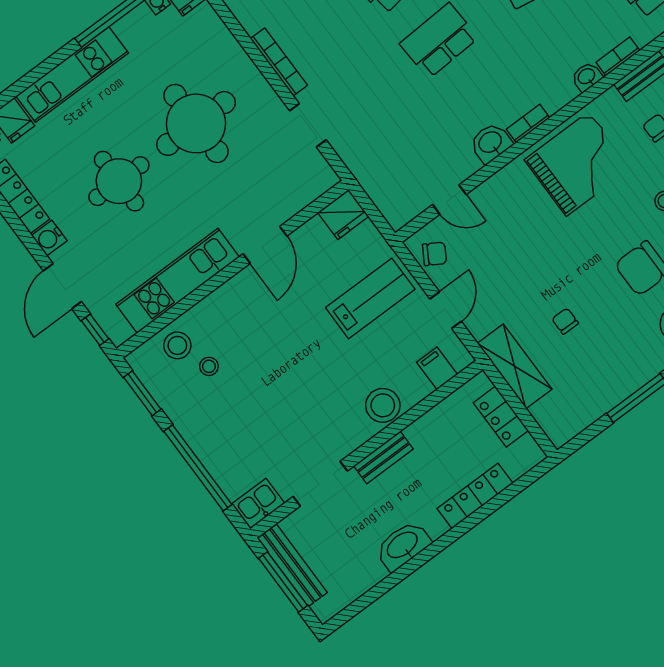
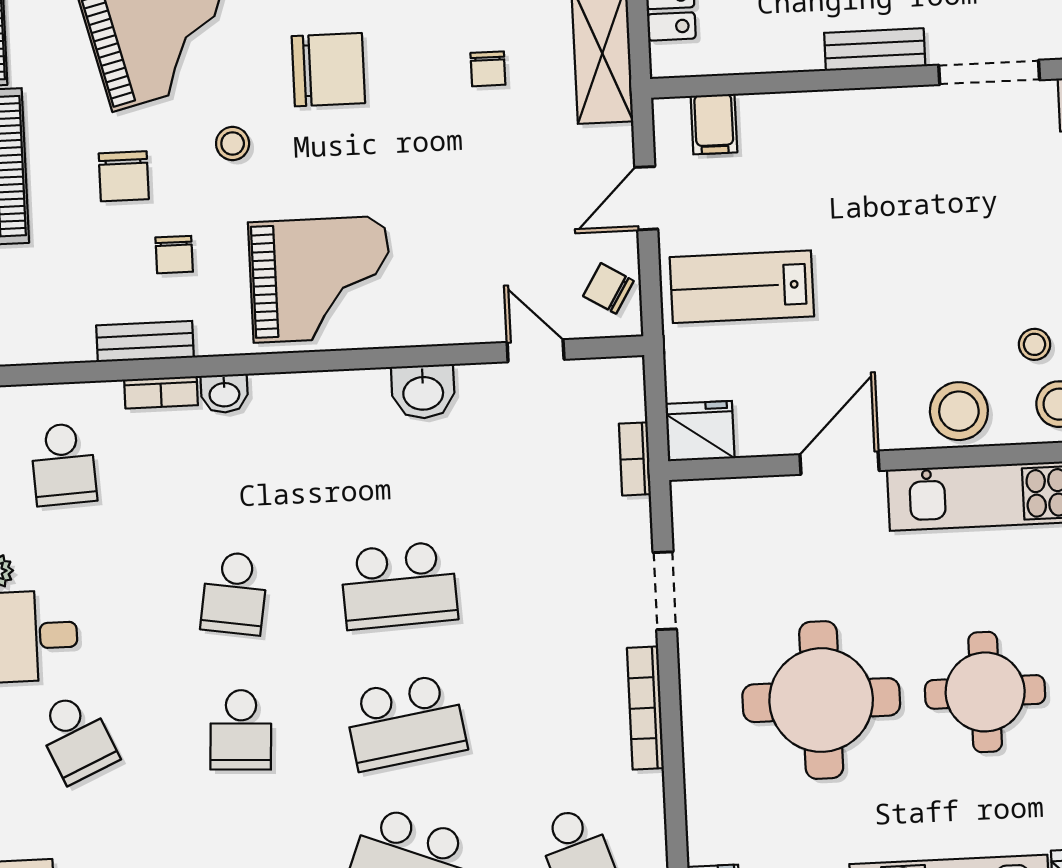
bookcase: (528, 124) -> (635, 459), moved, turned 90
grand piano: (578, 164) -> (320, 279), turned 180
stool: (383, 405) -> (959, 411), moved

